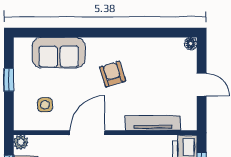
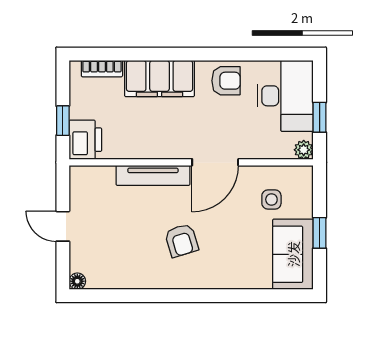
sofa: (59, 53) -> (293, 254), moved, turned -90
tv unit: (153, 123) -> (153, 175), moved

